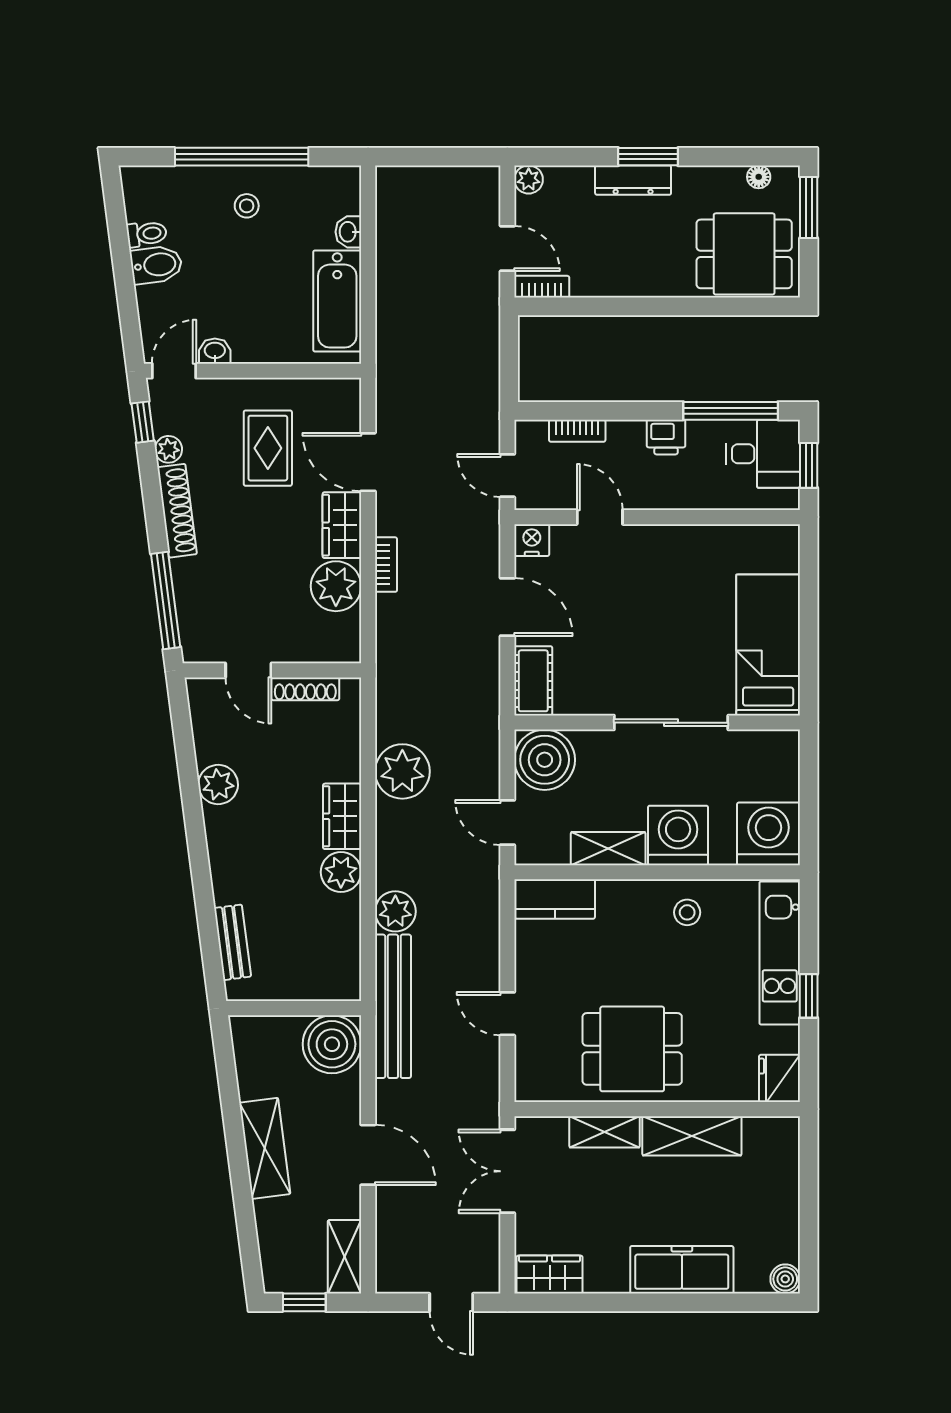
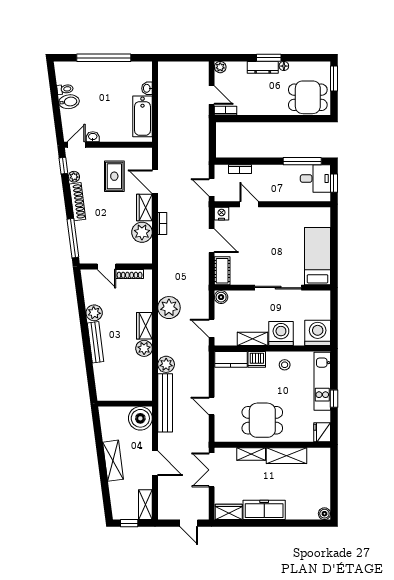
floor lamp: (759, 177) -> (284, 66), moved
stool: (247, 206) -> (106, 78), removed
printer: (666, 437) -> (276, 172), removed
boiler: (545, 760) -> (221, 297), width x0.54, depth x0.54
dishwasher: (619, 899) -> (257, 359), added
bench: (233, 942) -> (96, 342), moved, width x1.36
freezer: (682, 1270) -> (264, 510), moved

